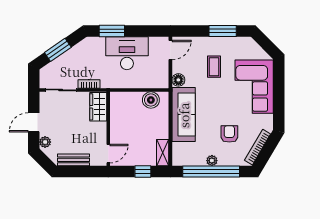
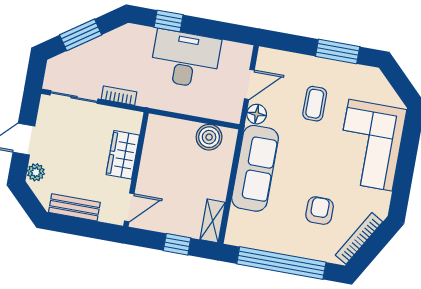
window: (112, 31) -> (169, 21), width x0.67
door: (170, 50) -> (249, 84), moved
wardrobe: (98, 107) -> (123, 155), moved
plant: (212, 161) -> (286, 246), removed

